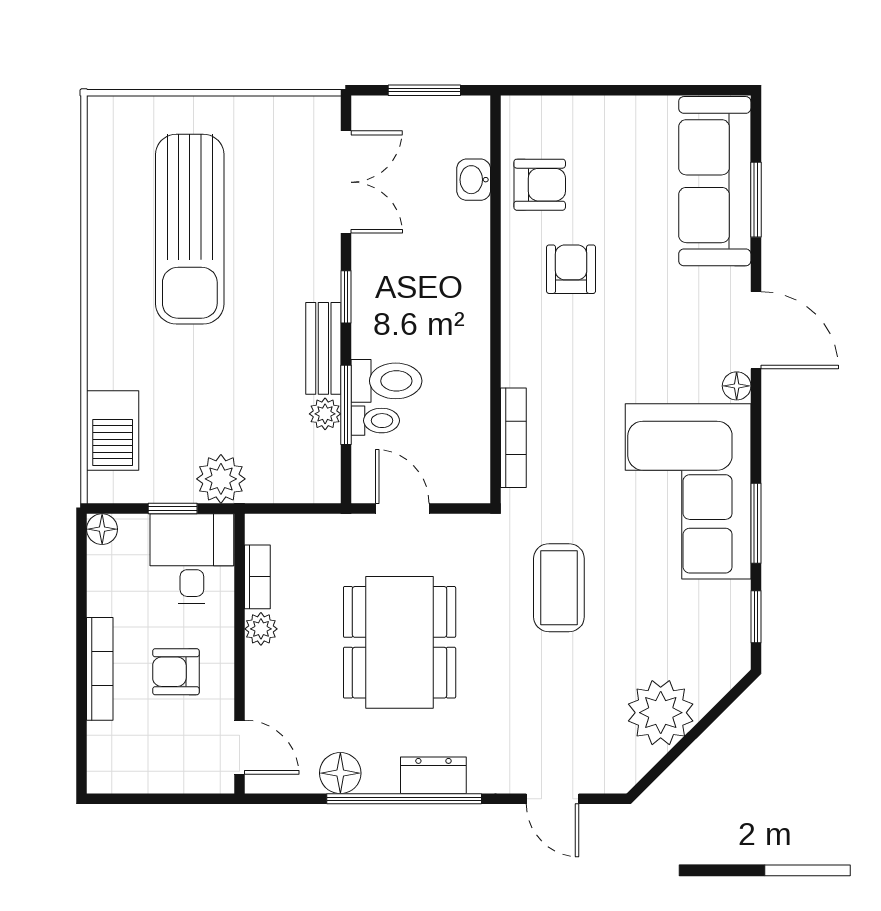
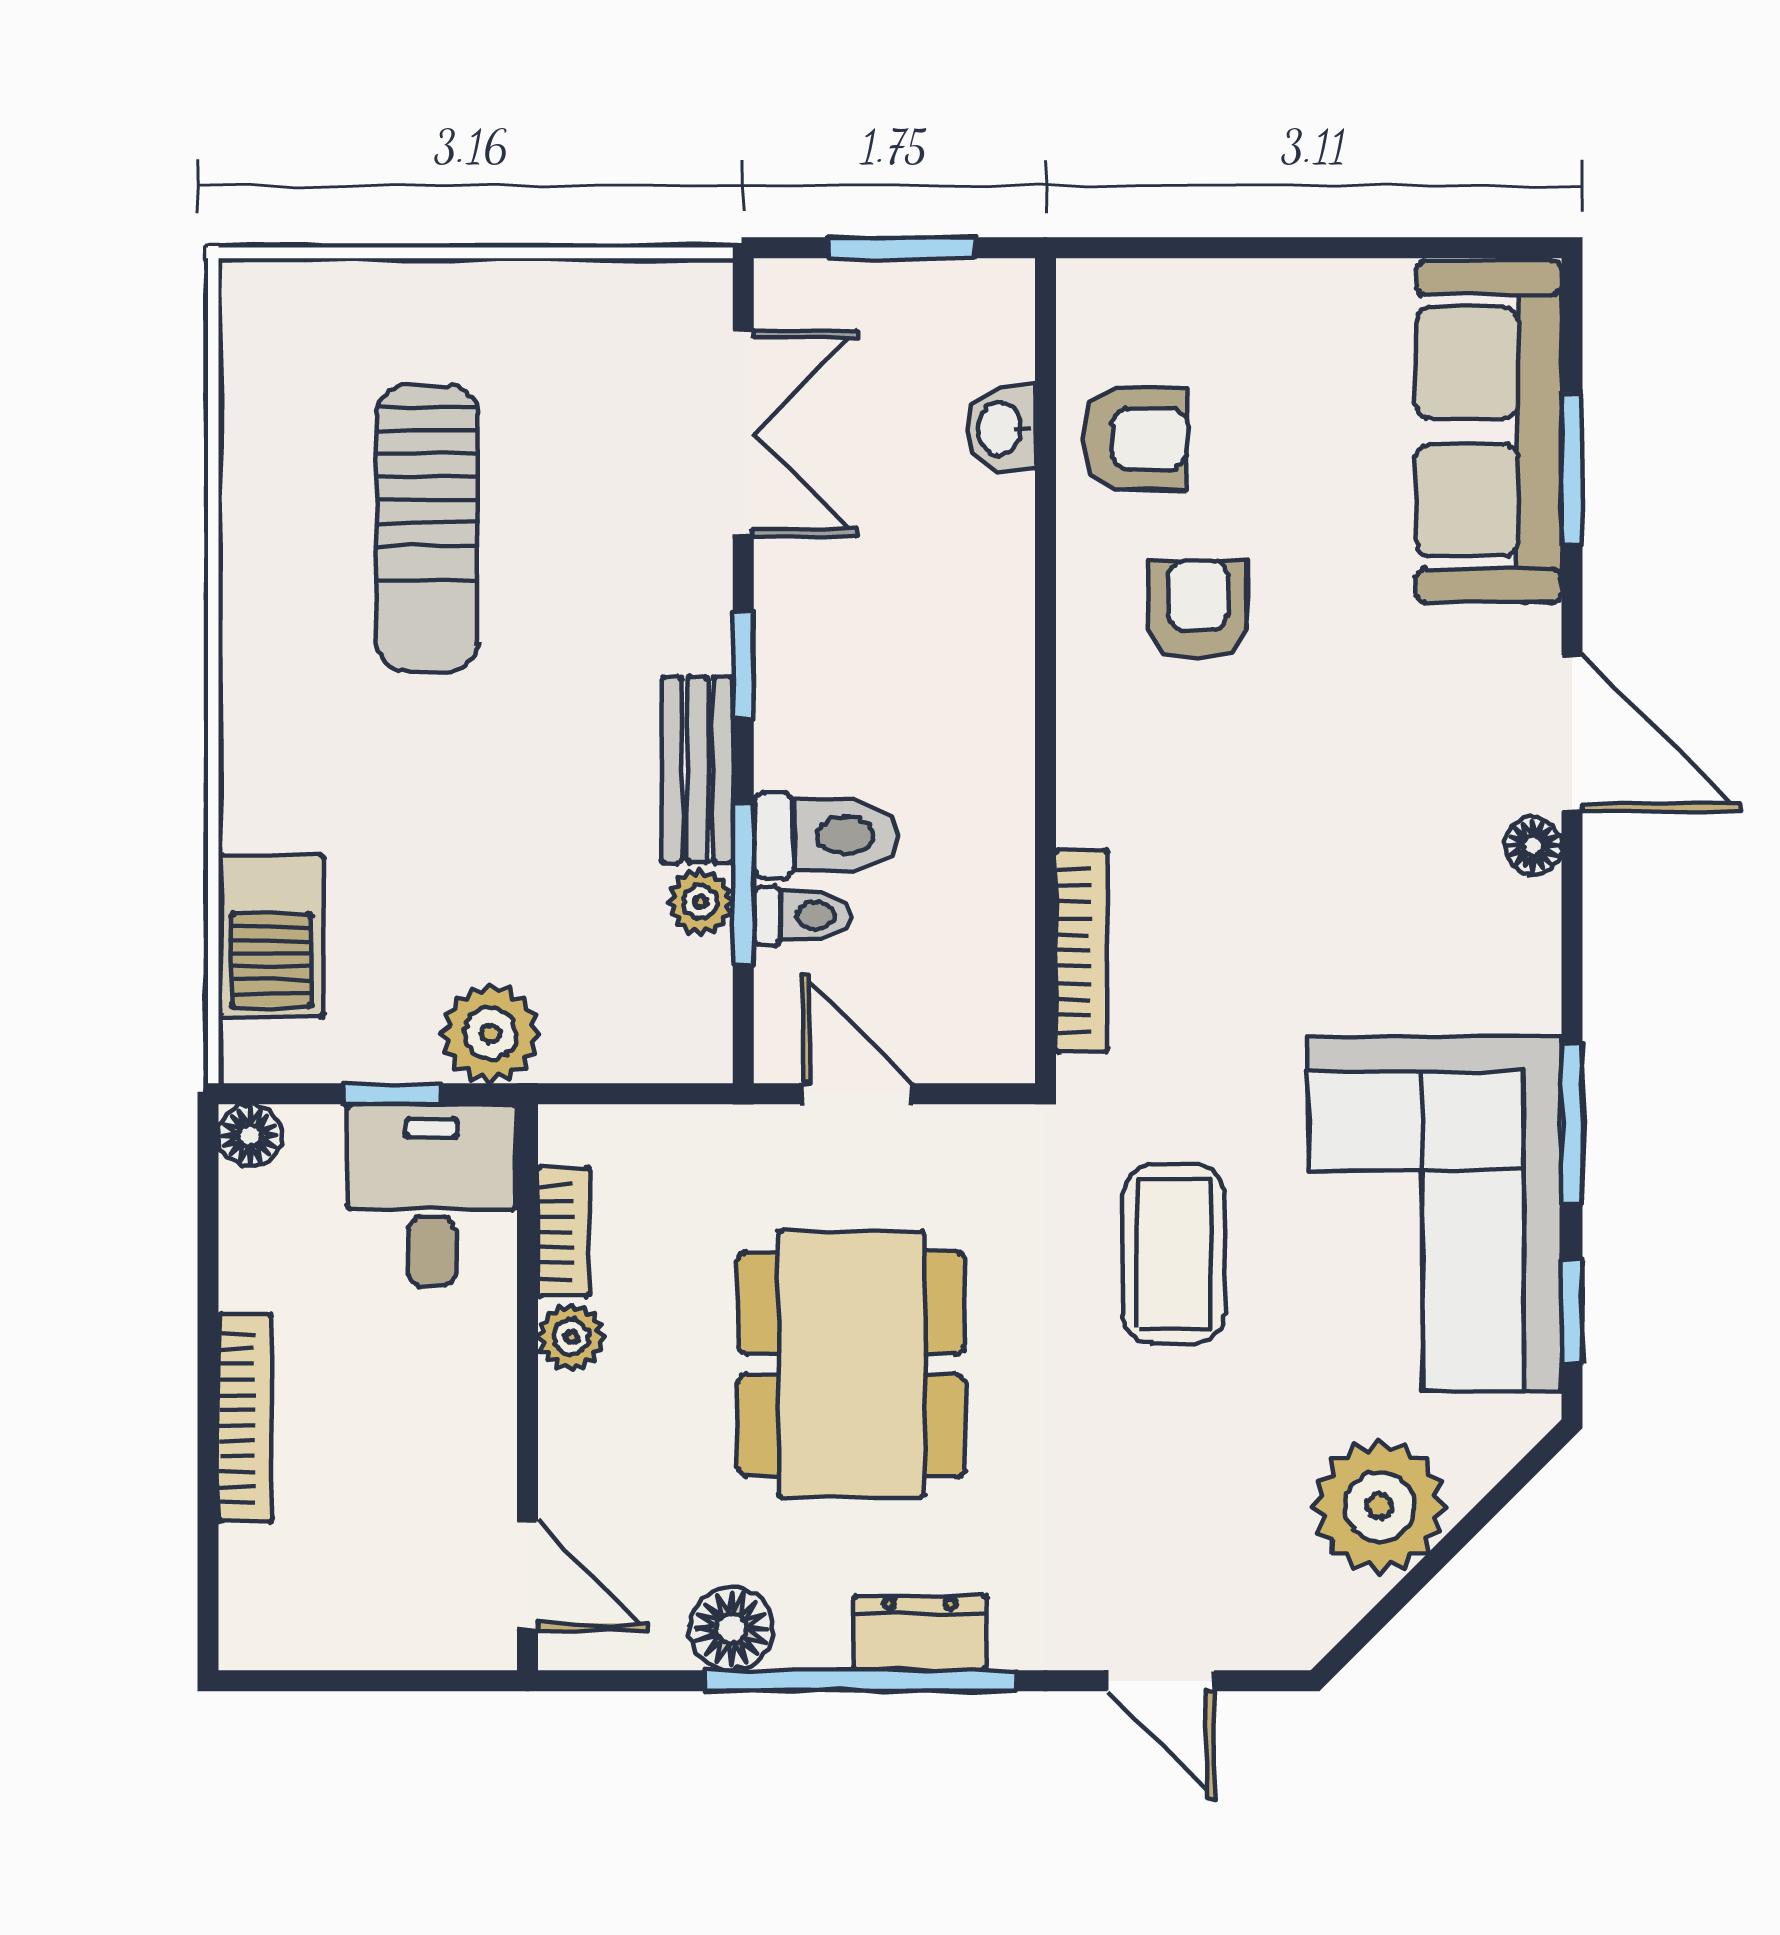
sun lounger: (190, 229) -> (427, 529), width x0.73, depth x0.75
corner sofa: (688, 491) -> (1435, 1213), moved
armchair: (176, 672) -> (399, 1424), removed

